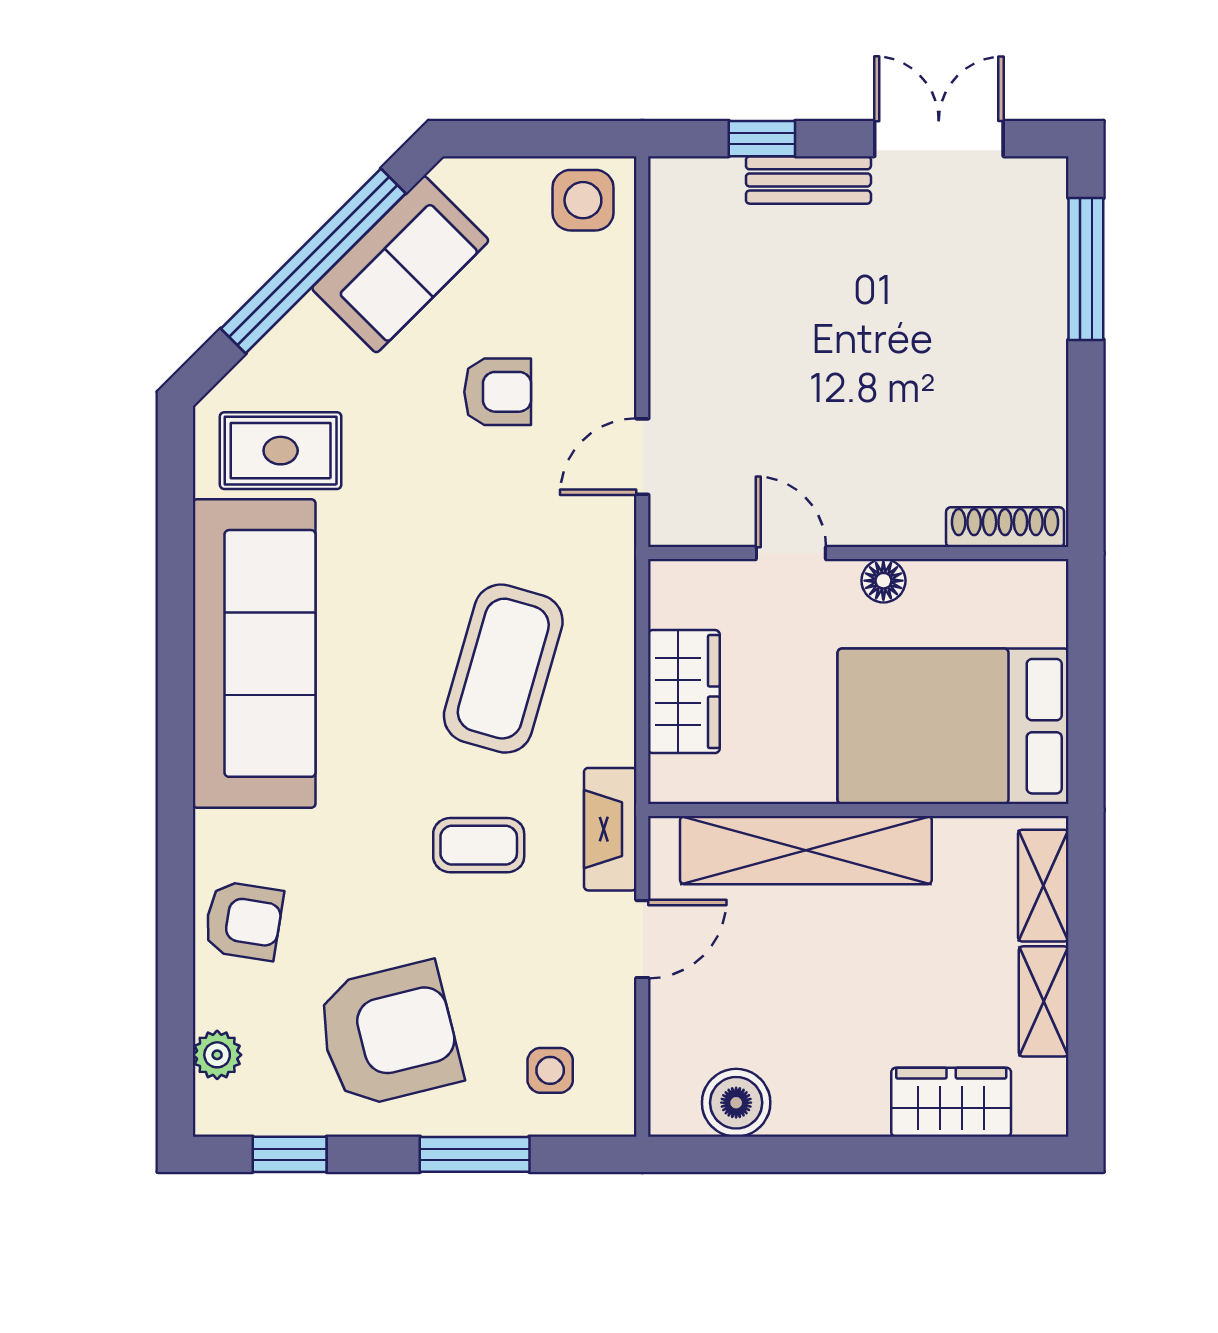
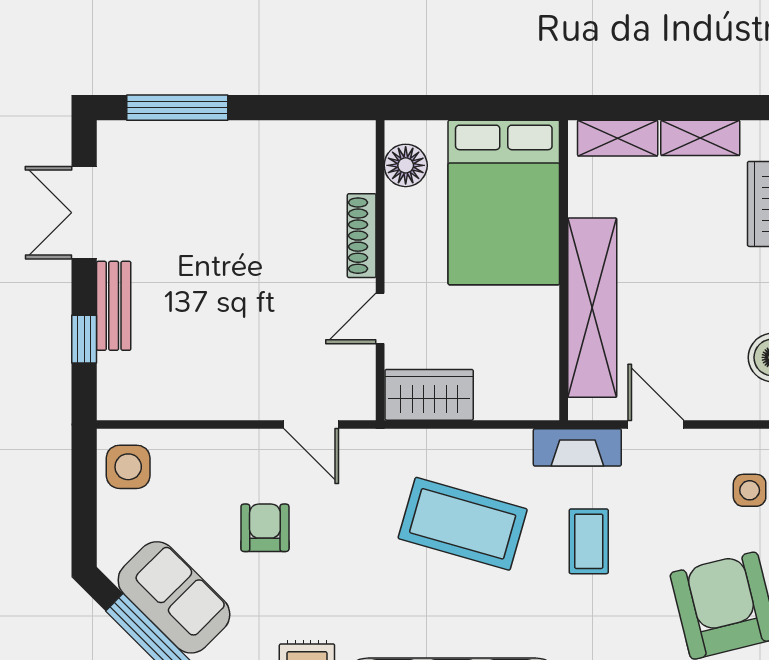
shoe rack: (1005, 527) -> (362, 236), moved
floor lamp: (883, 581) -> (406, 165), moved, width x1.37, depth x1.37
wardrobe: (684, 692) -> (429, 395), moved

